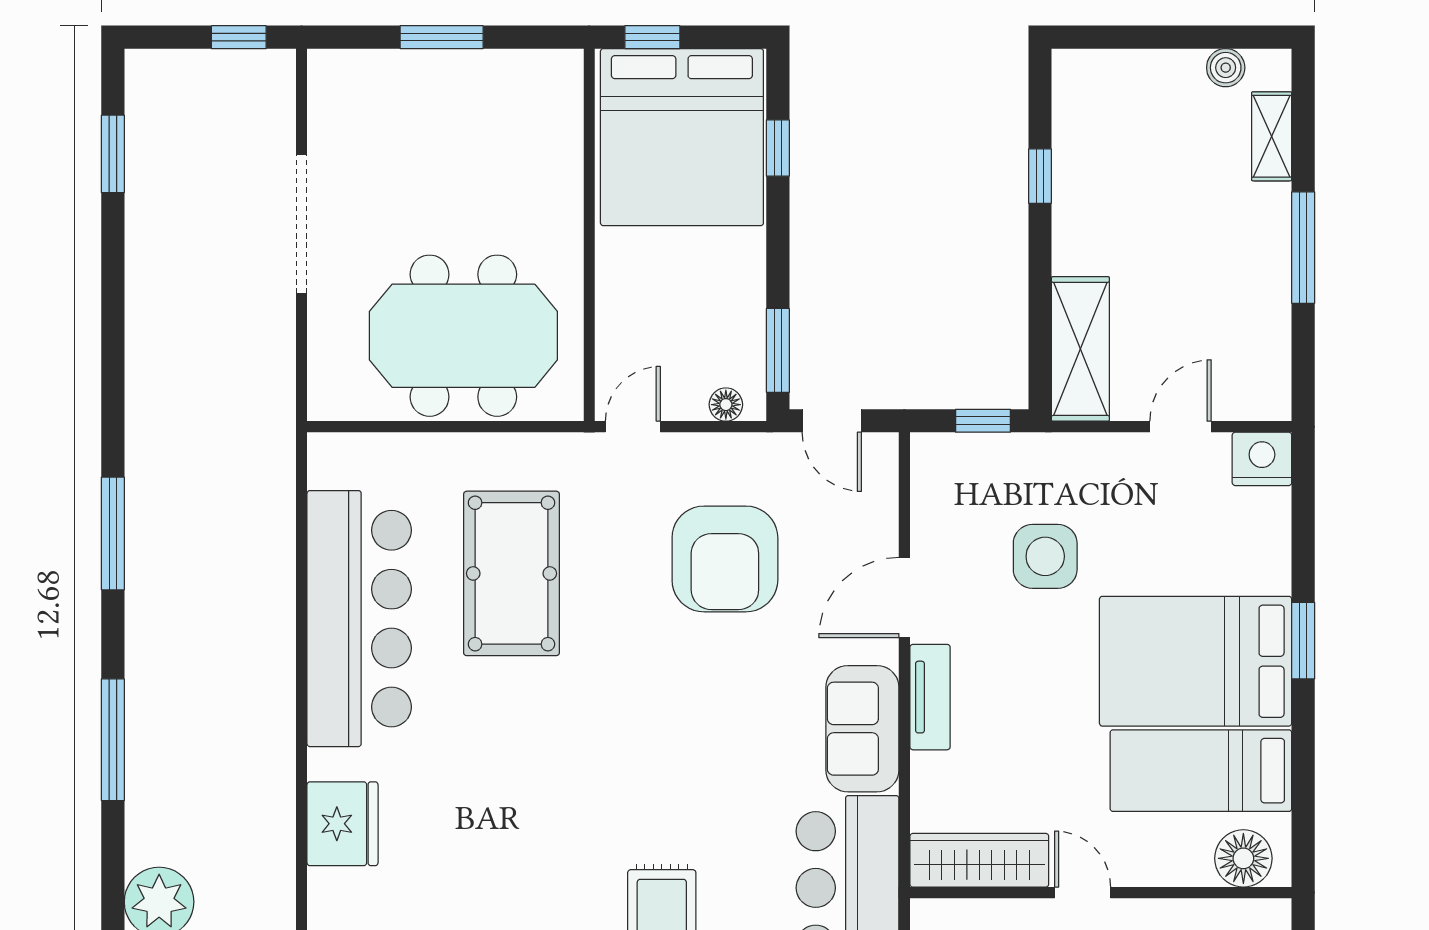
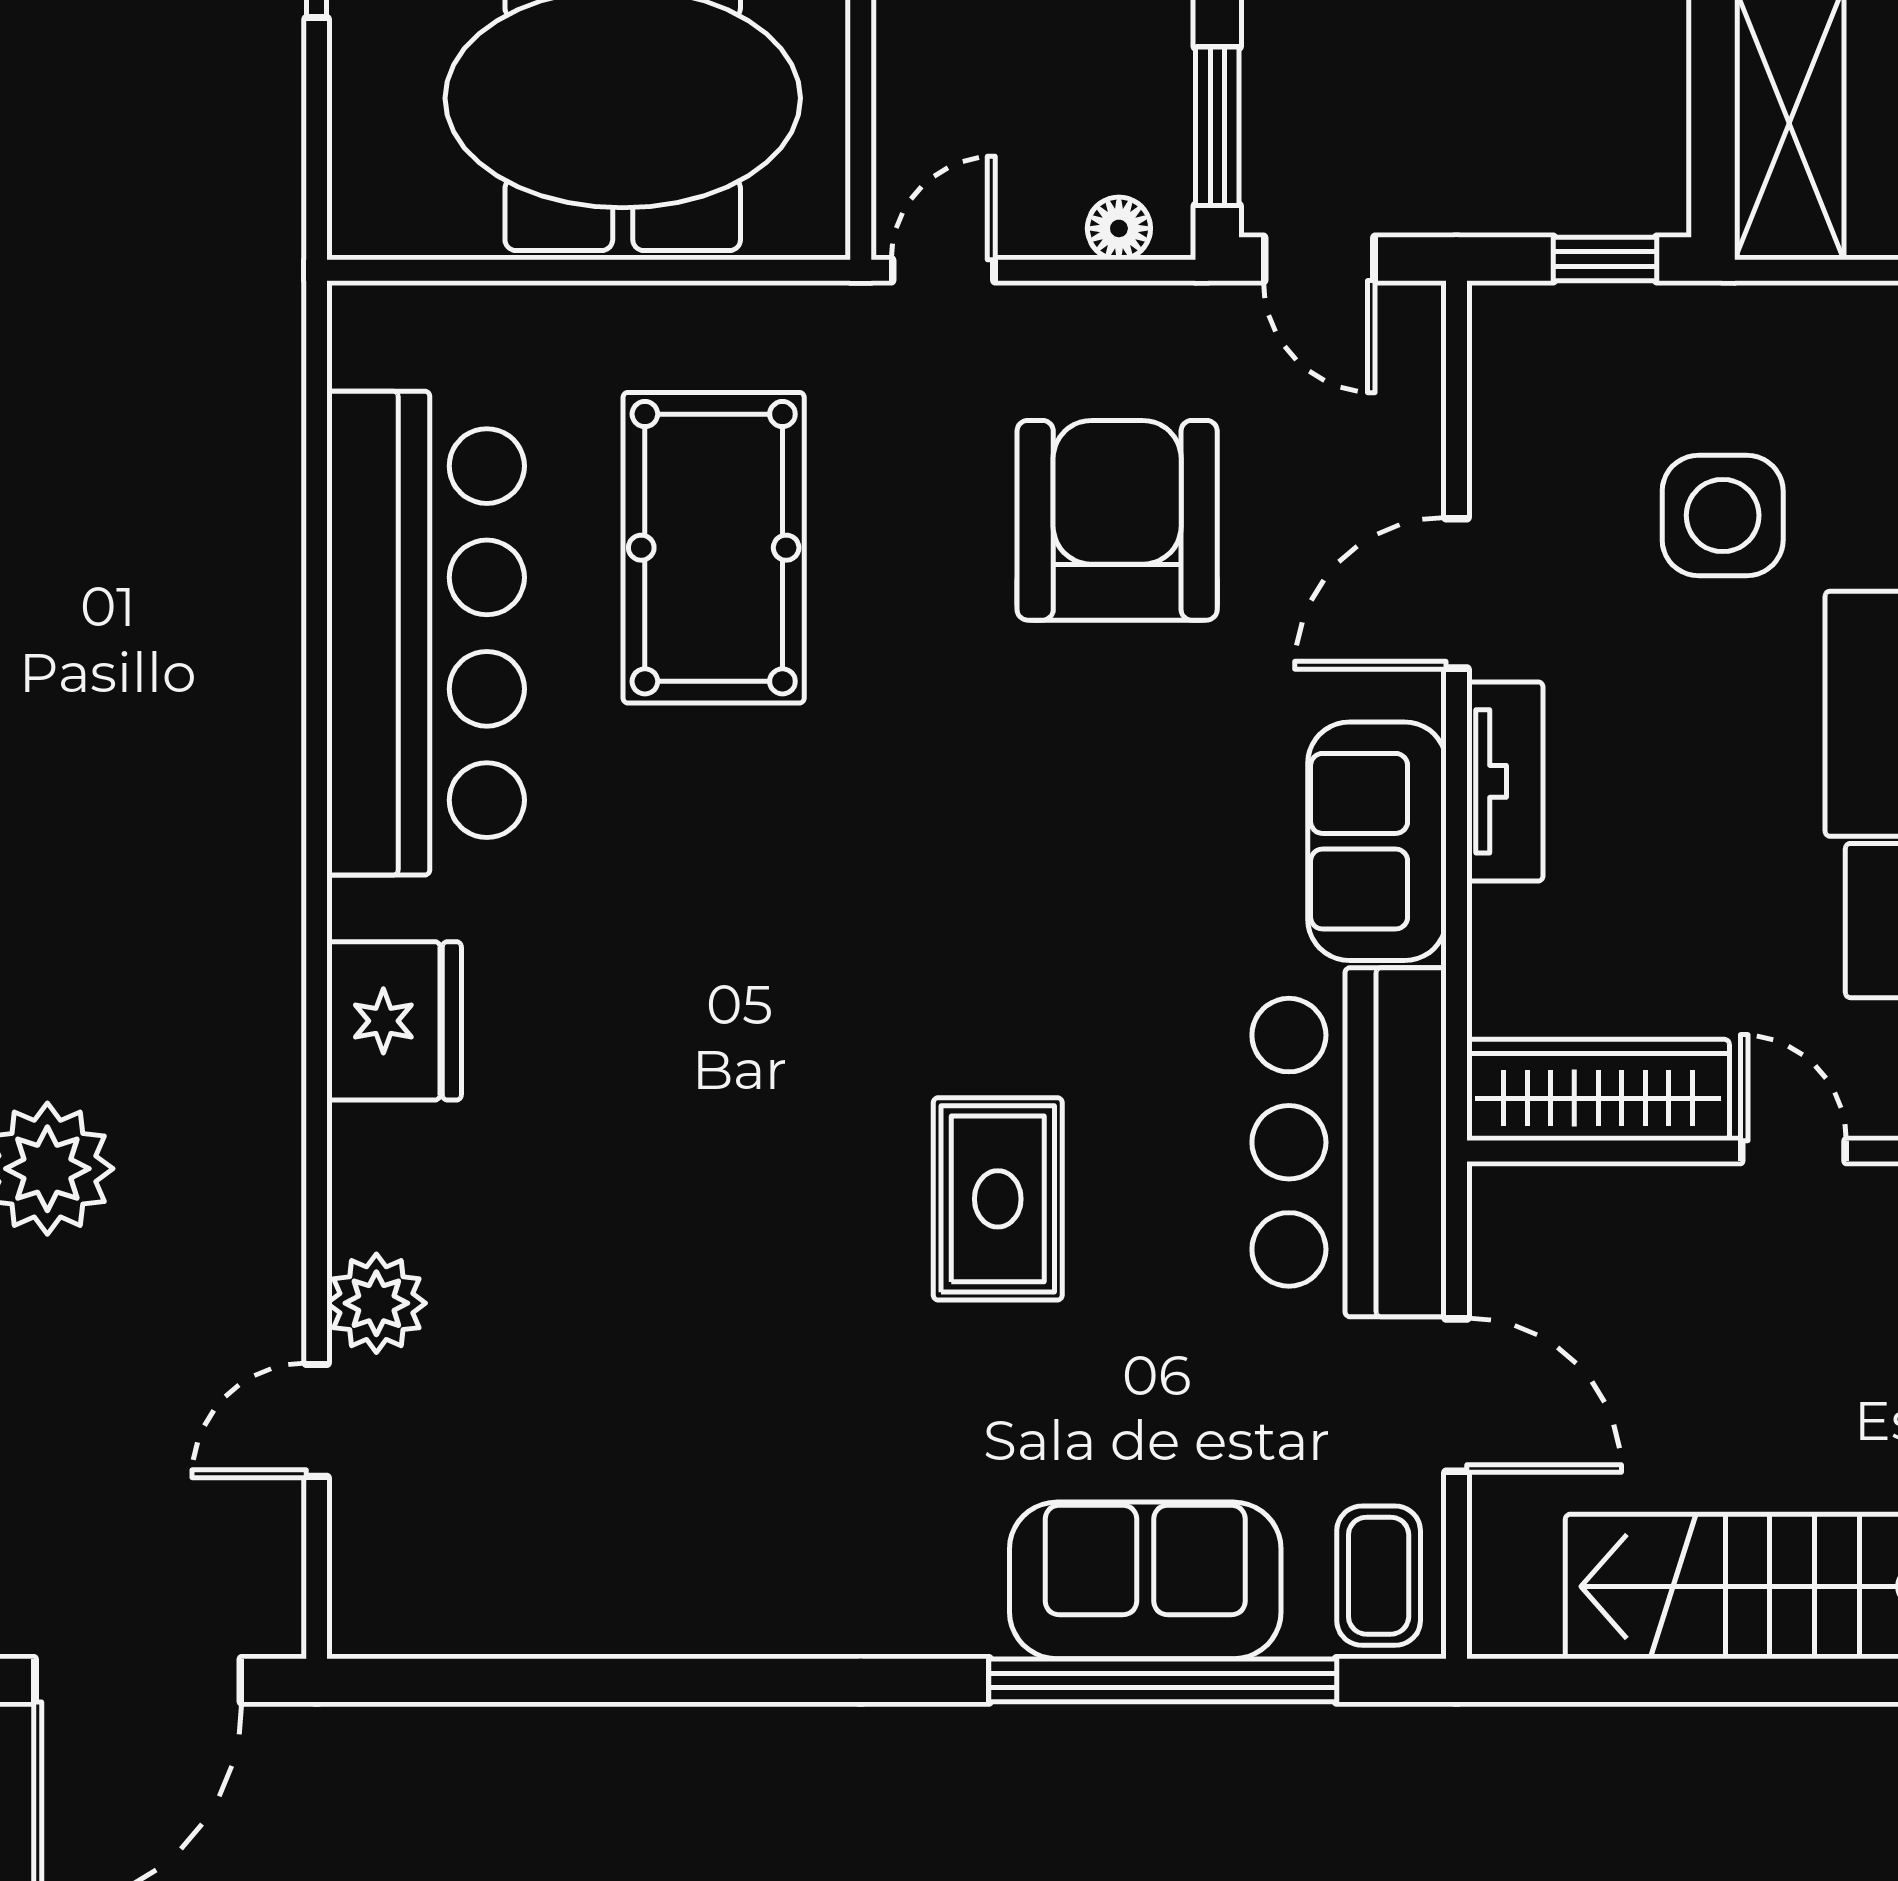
armchair: (725, 559) -> (1117, 520), turned 180

